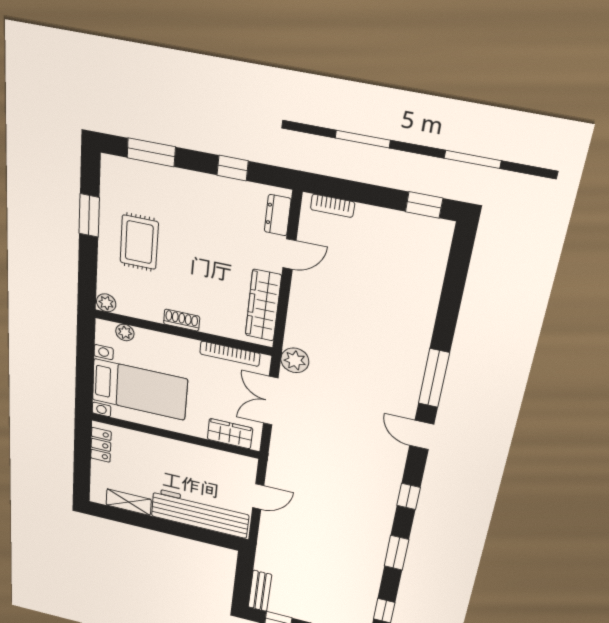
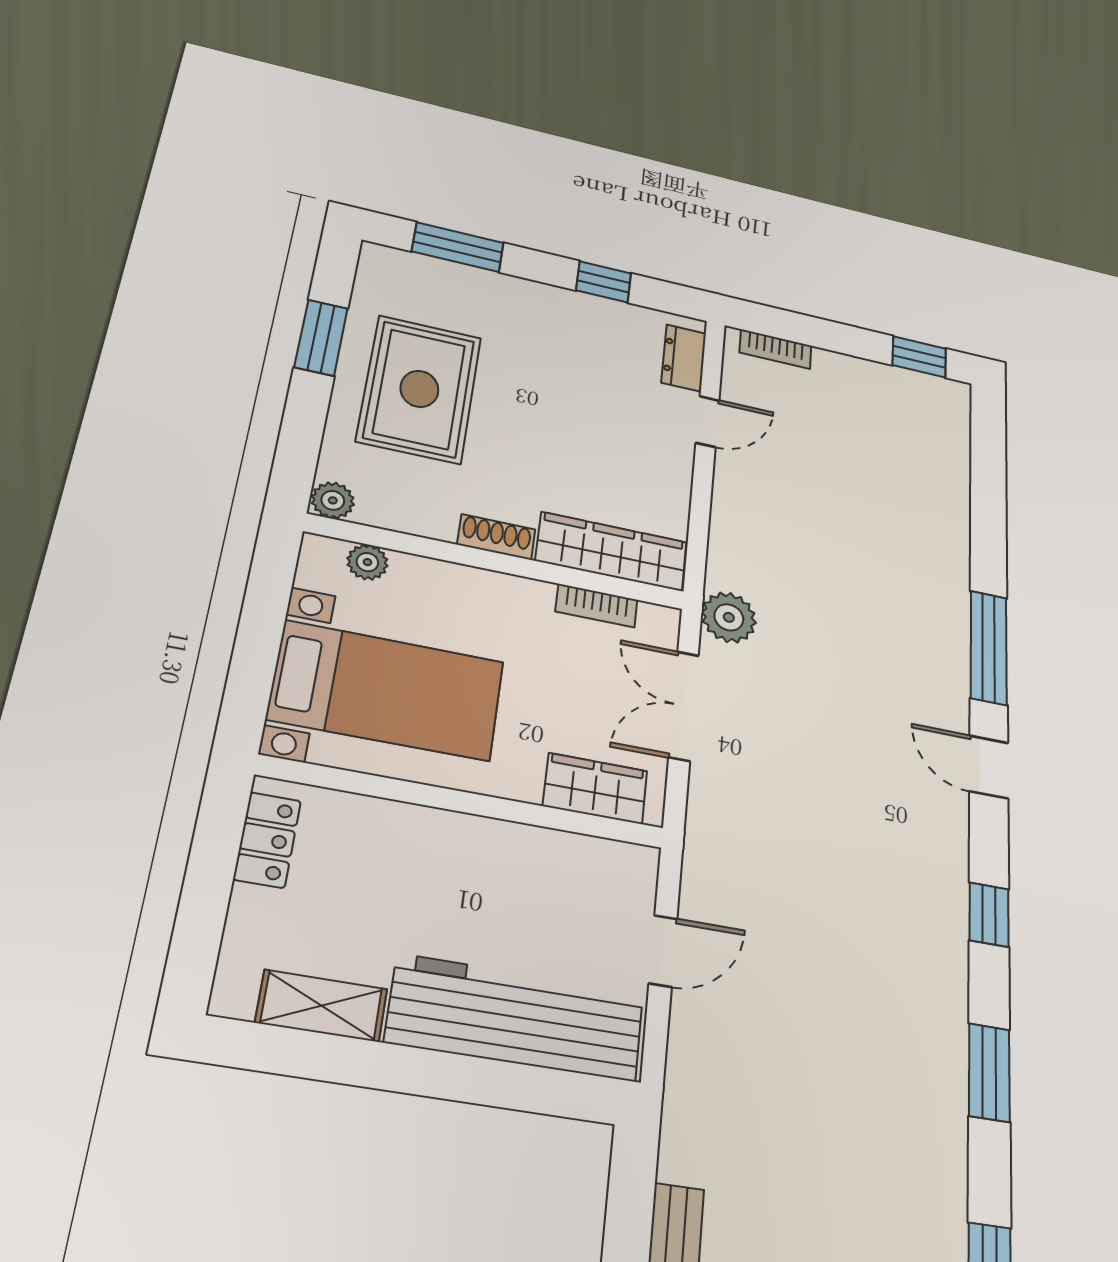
rug: (139, 242) -> (419, 389), width x1.36, depth x1.43
wardrobe: (263, 305) -> (612, 551), moved, turned 90
bookcase: (230, 354) -> (597, 606), width x0.64

